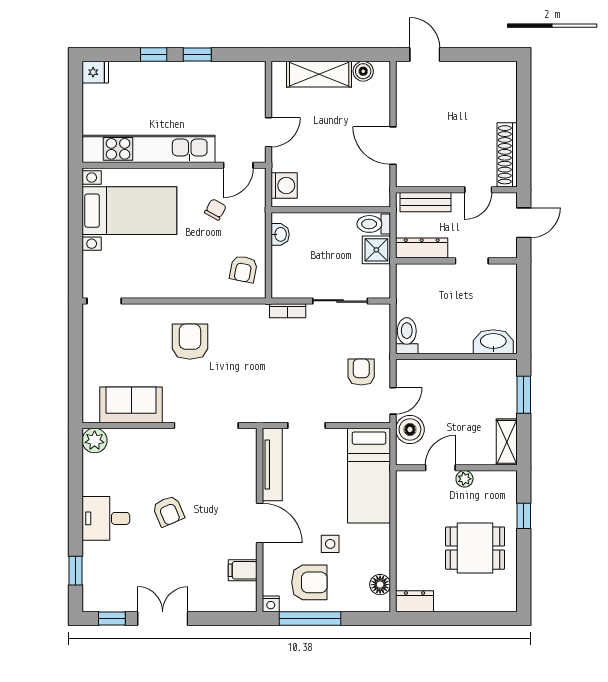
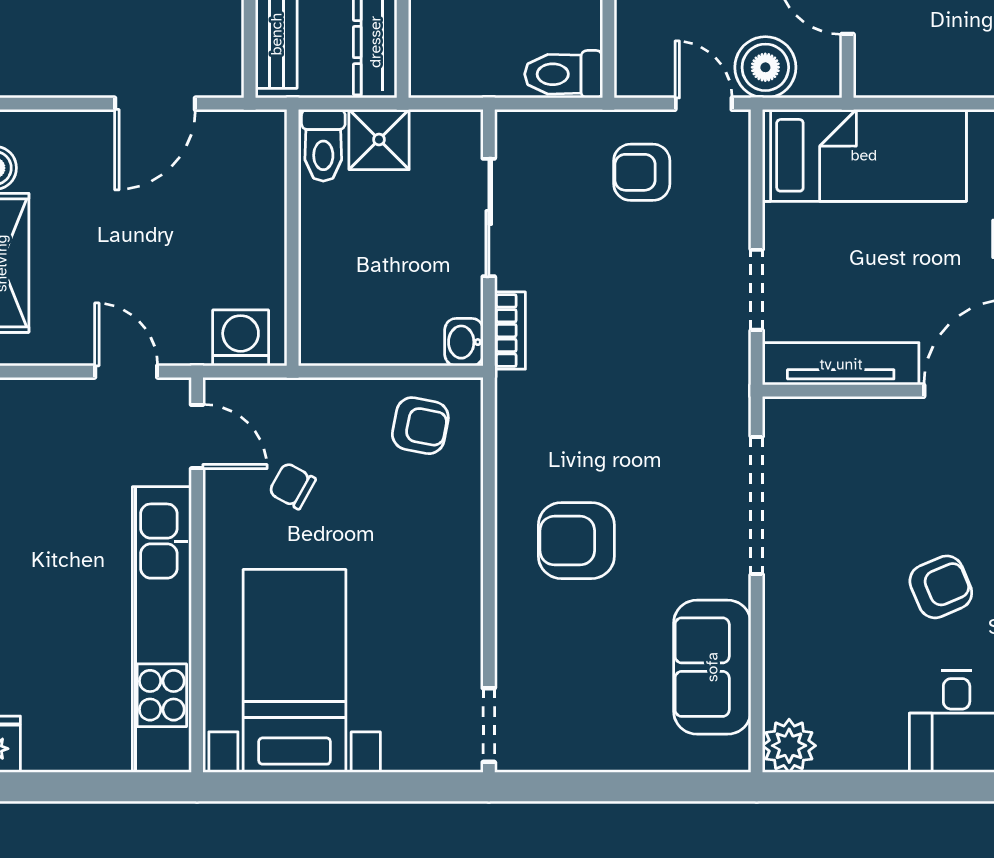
washbasin: (280, 234) -> (464, 342), moved, turned -90

